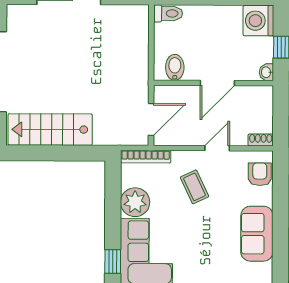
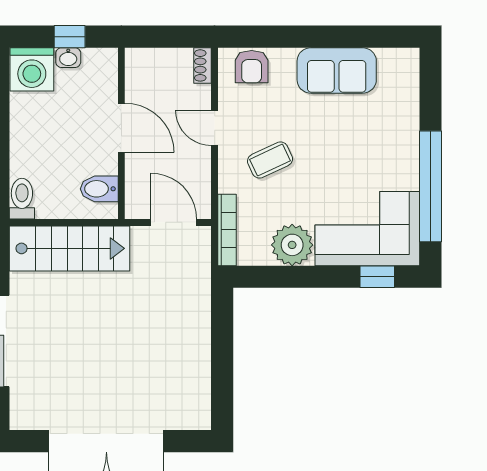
washbasin: (266, 72) -> (68, 58), moved
stairs: (50, 129) -> (70, 248), moved, turned -90
armchair: (260, 174) -> (252, 67), turned -90

